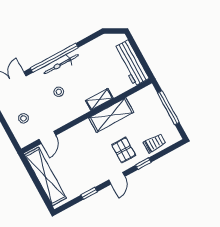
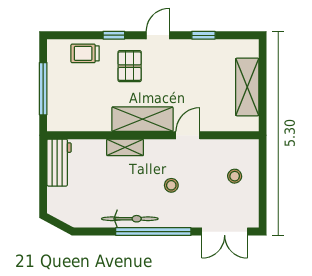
workbench: (131, 63) -> (59, 163), width x0.73
bicycle: (61, 64) -> (130, 219), moved
shelving: (111, 115) -> (142, 119), moved
door: (47, 137) -> (188, 135), moved
shelving: (45, 176) -> (247, 87), width x0.68

